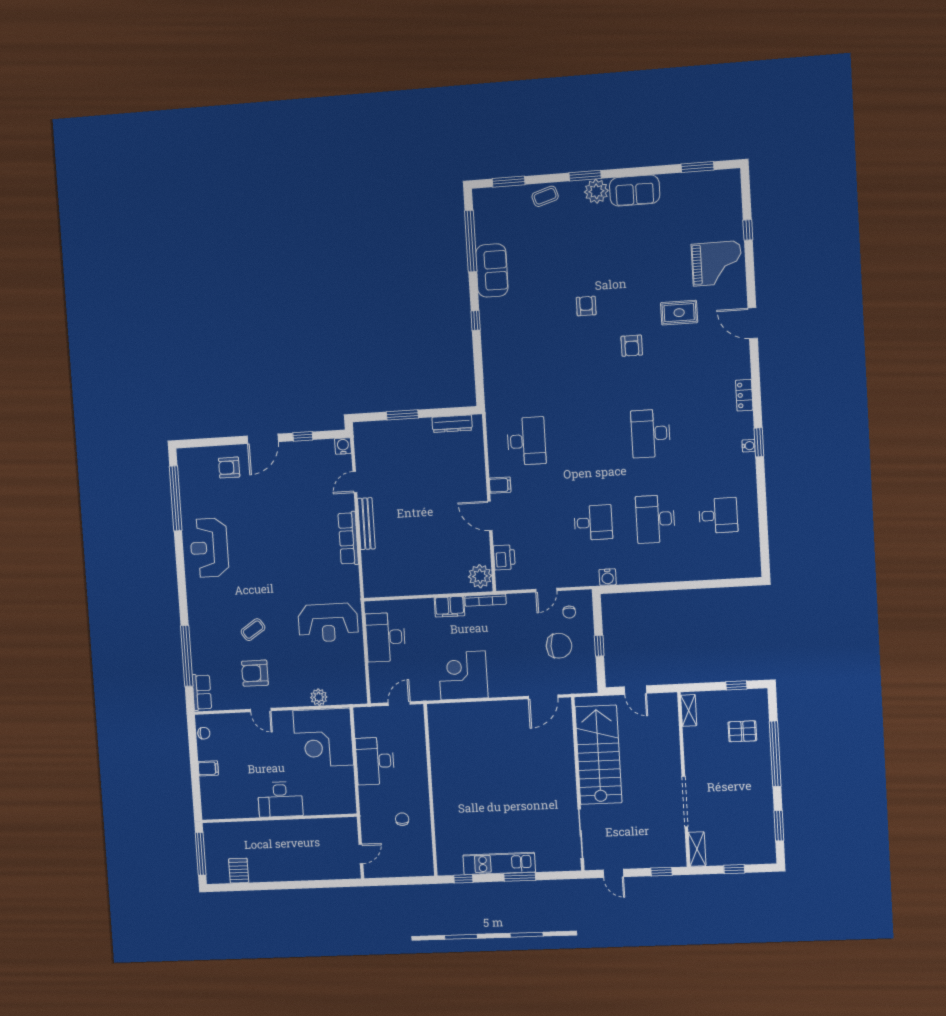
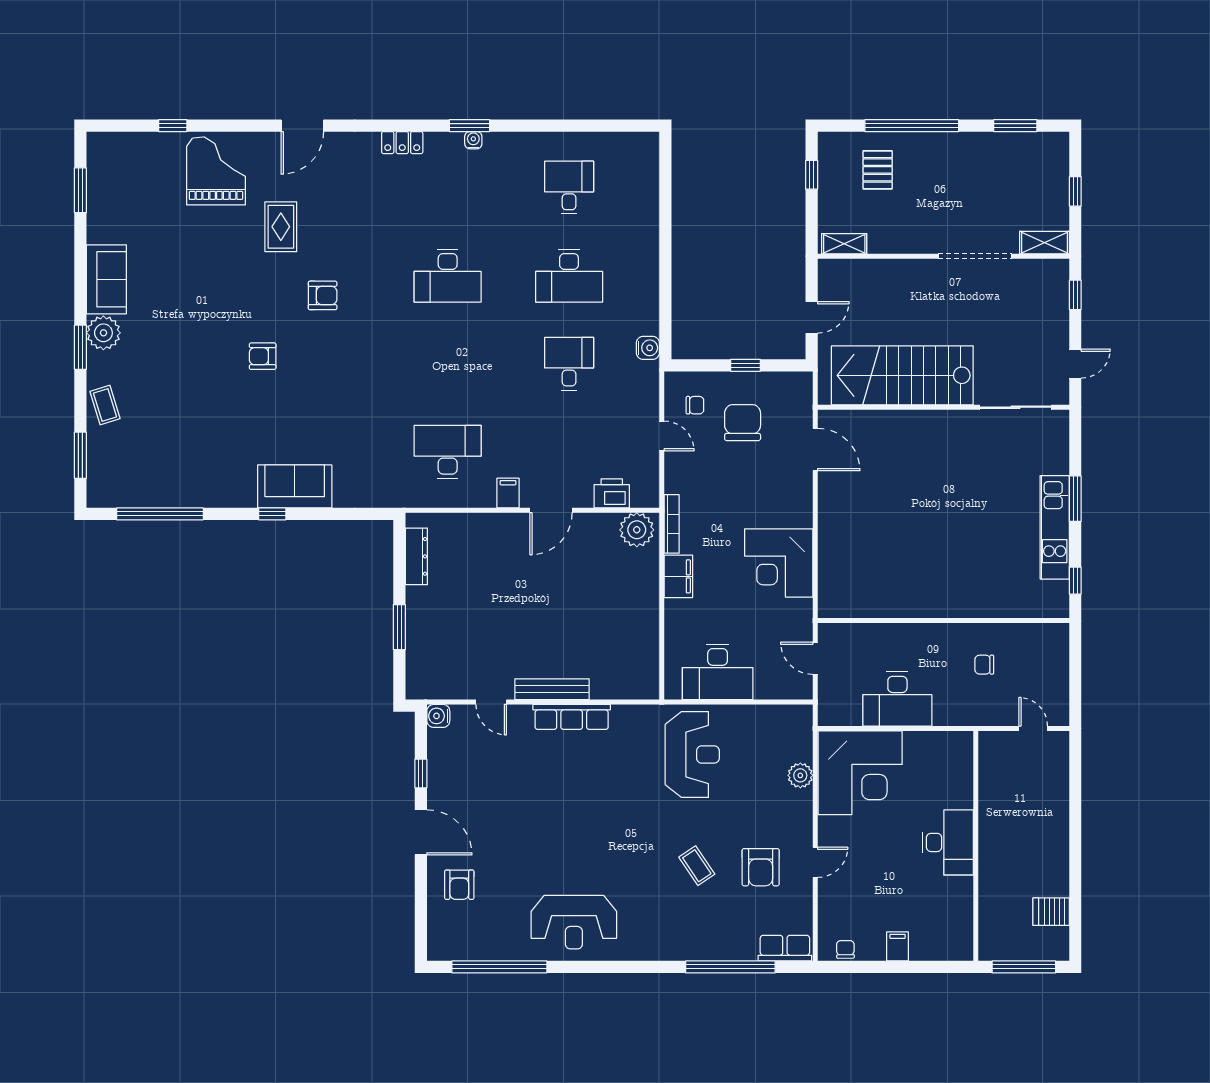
sofa: (492, 271) -> (295, 486), moved

